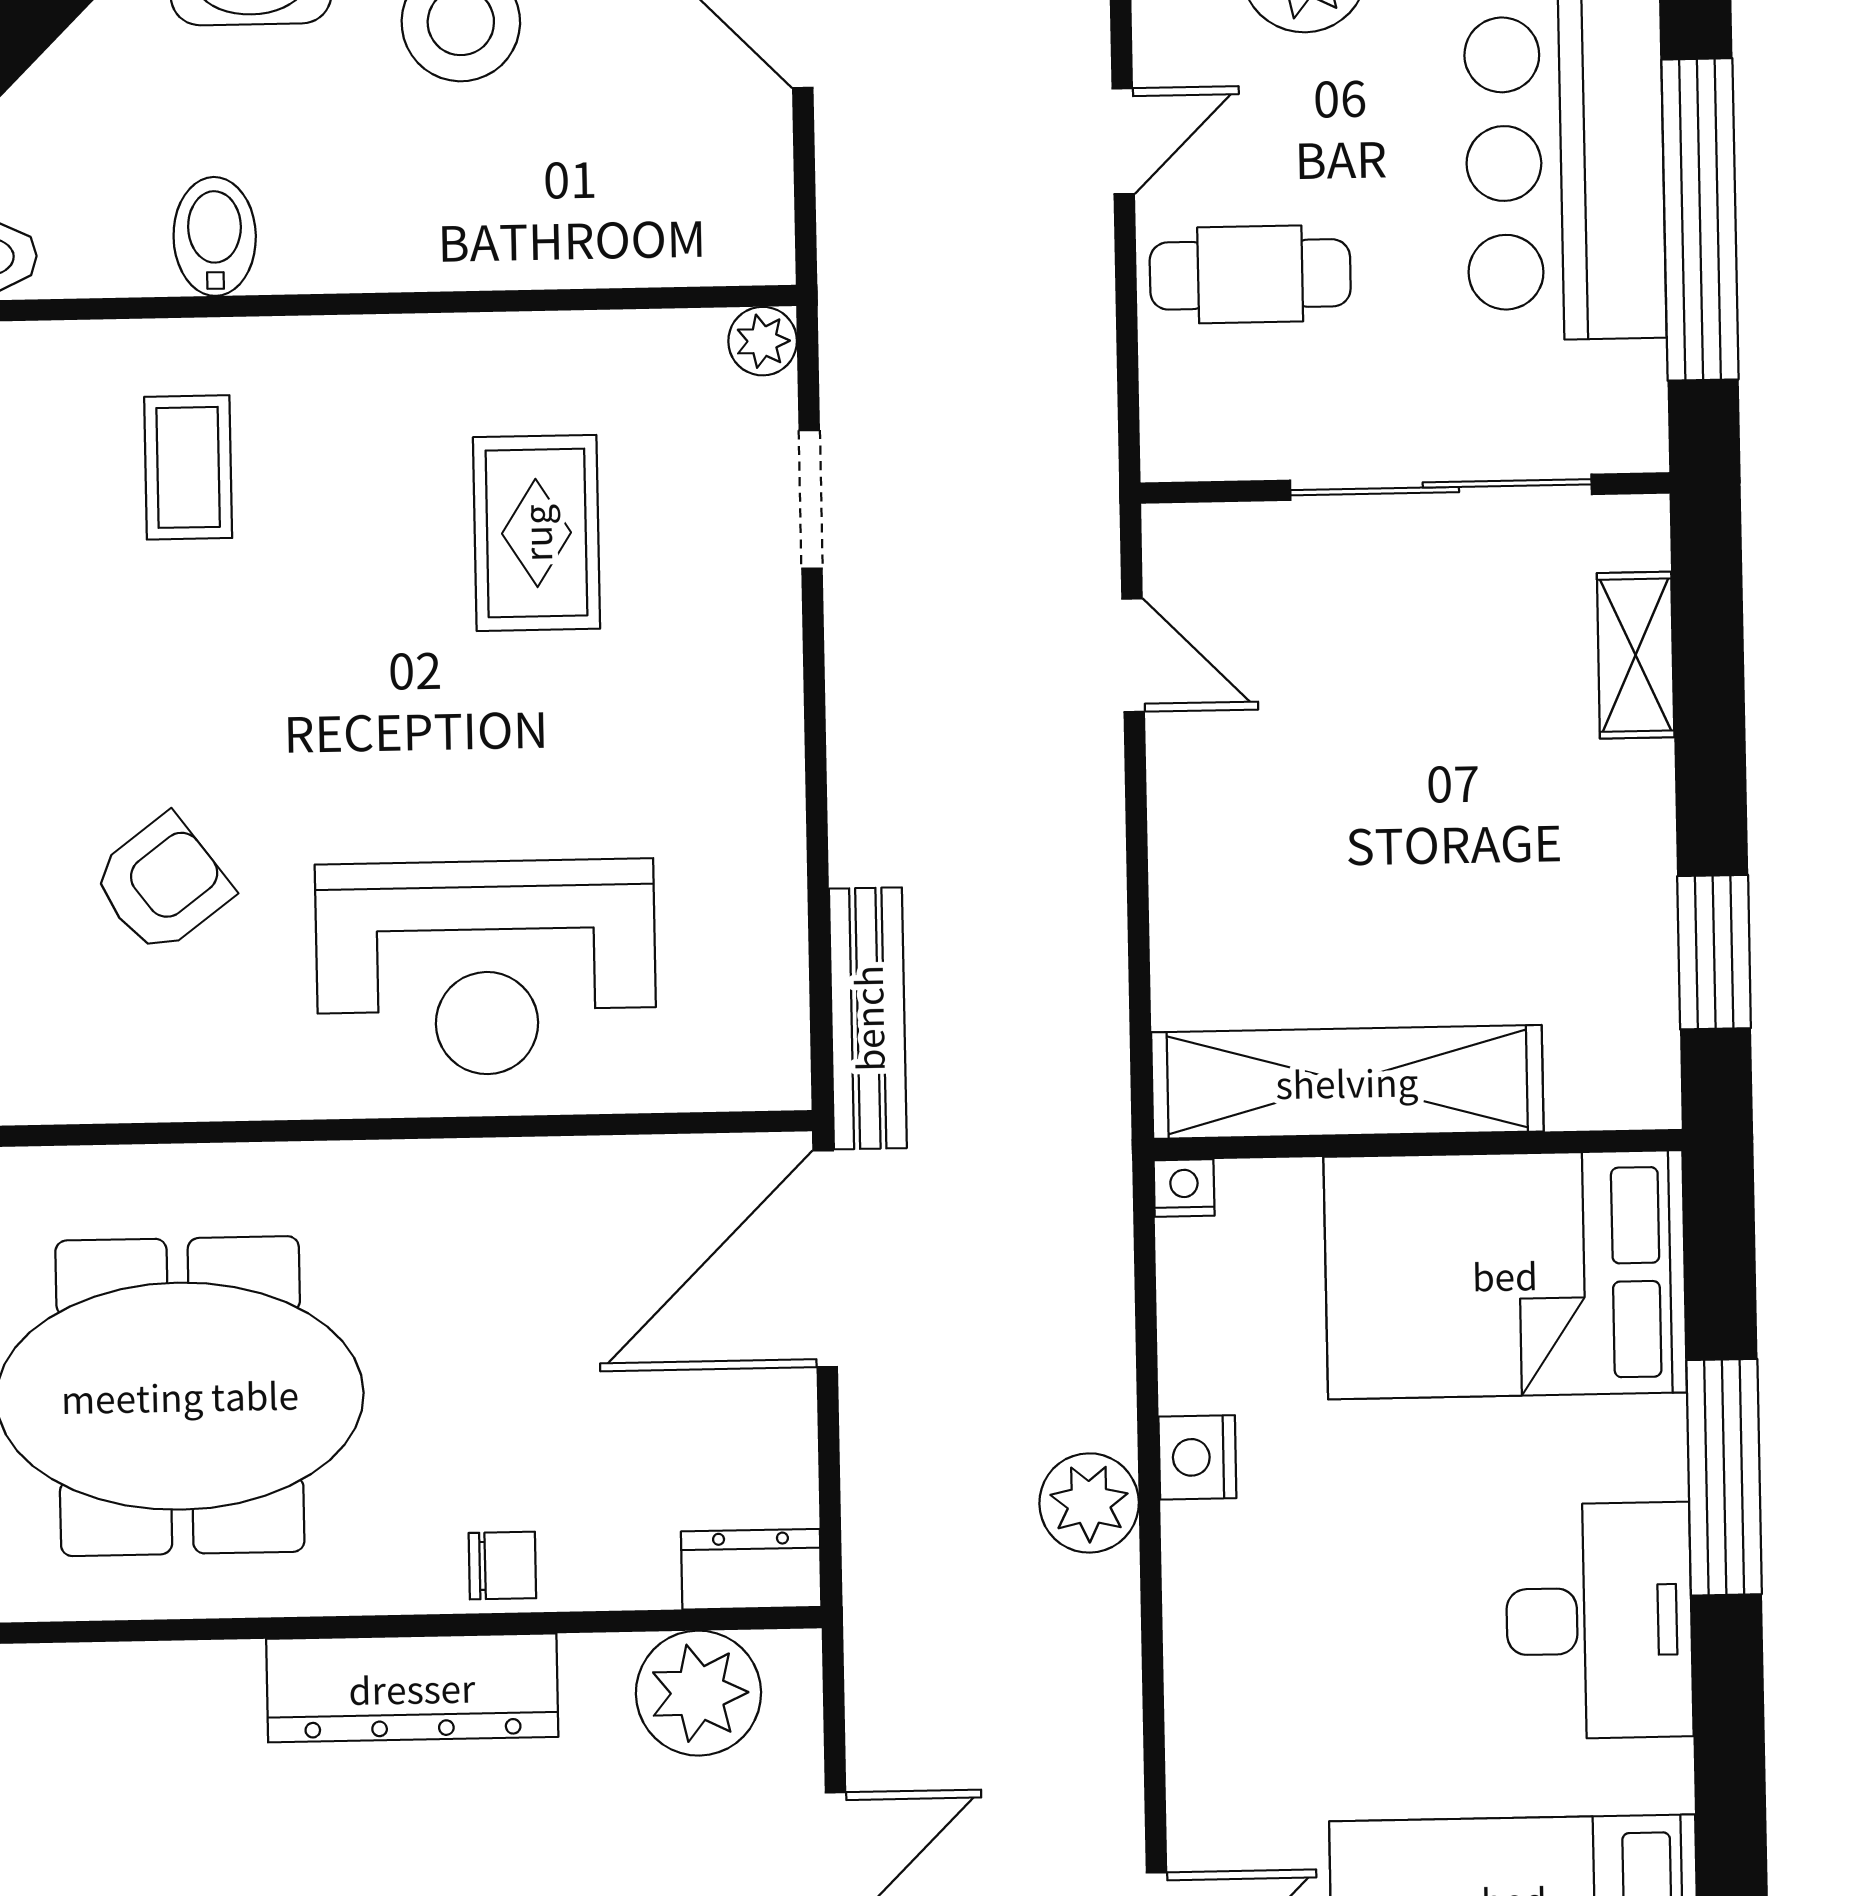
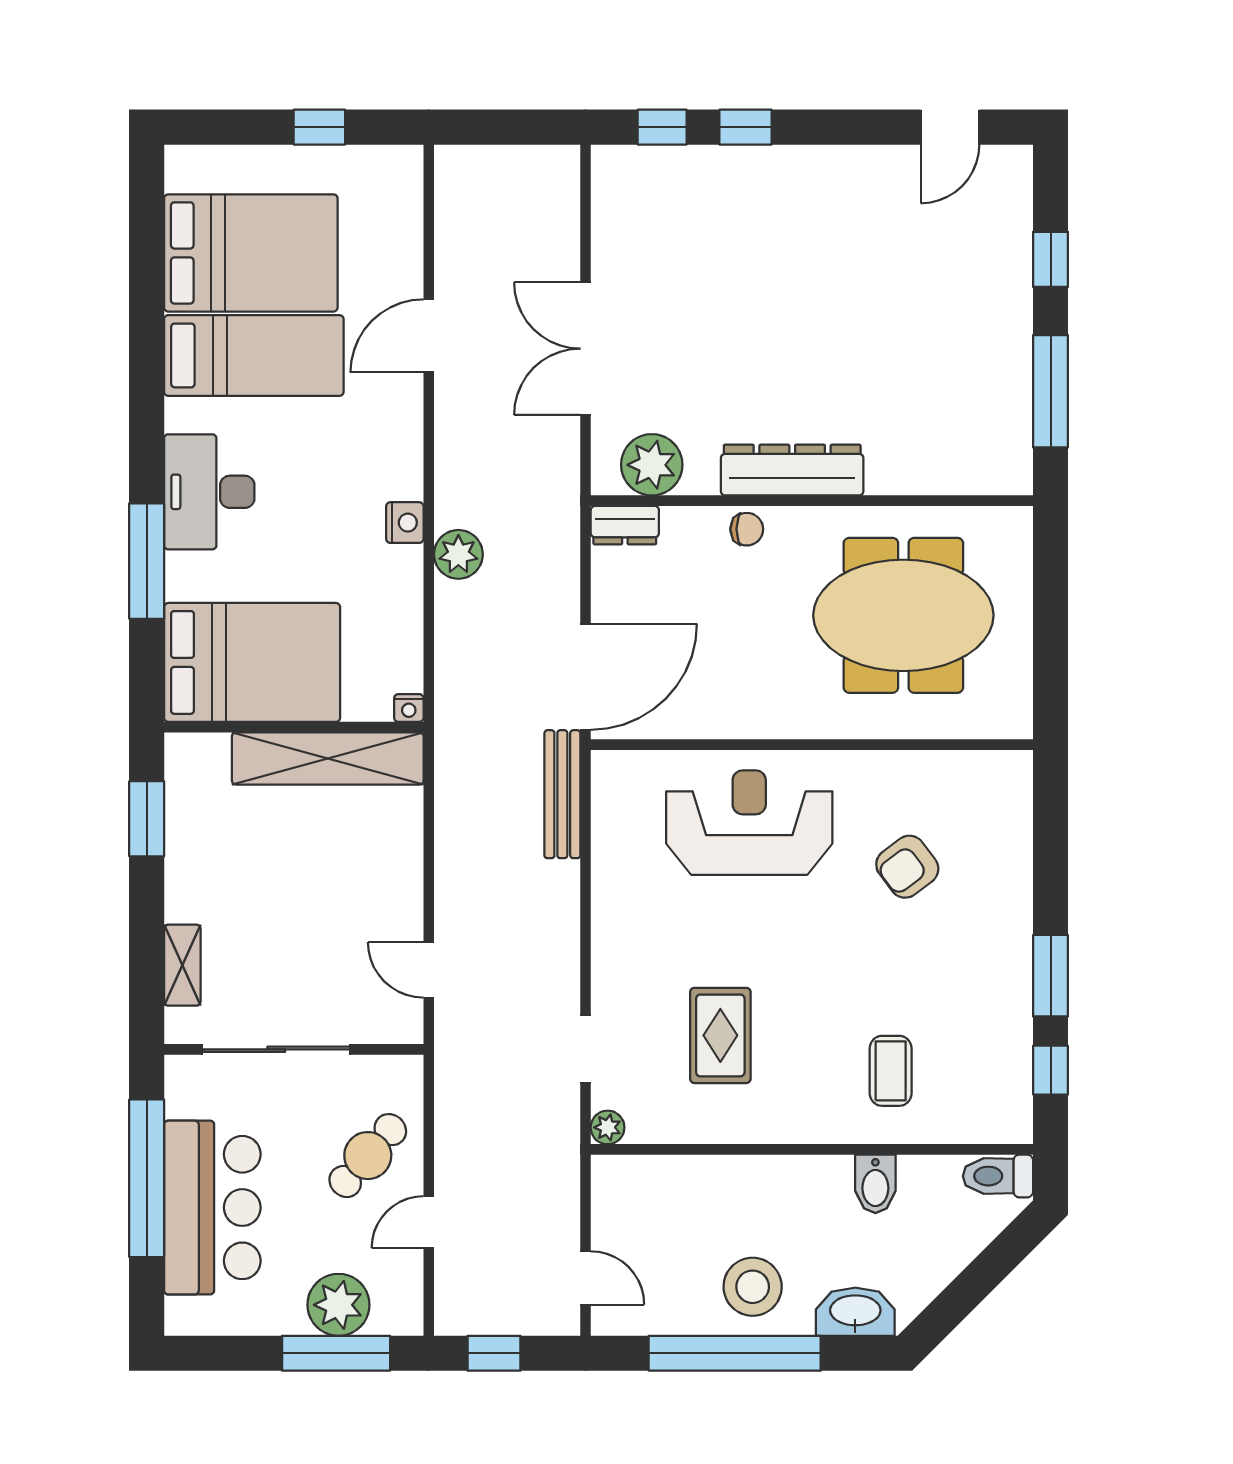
cafe table: (1250, 274) -> (368, 1156), turned -49
nightstand: (1197, 1457) -> (405, 523), moved
chair: (502, 1566) -> (747, 529), turned 180

